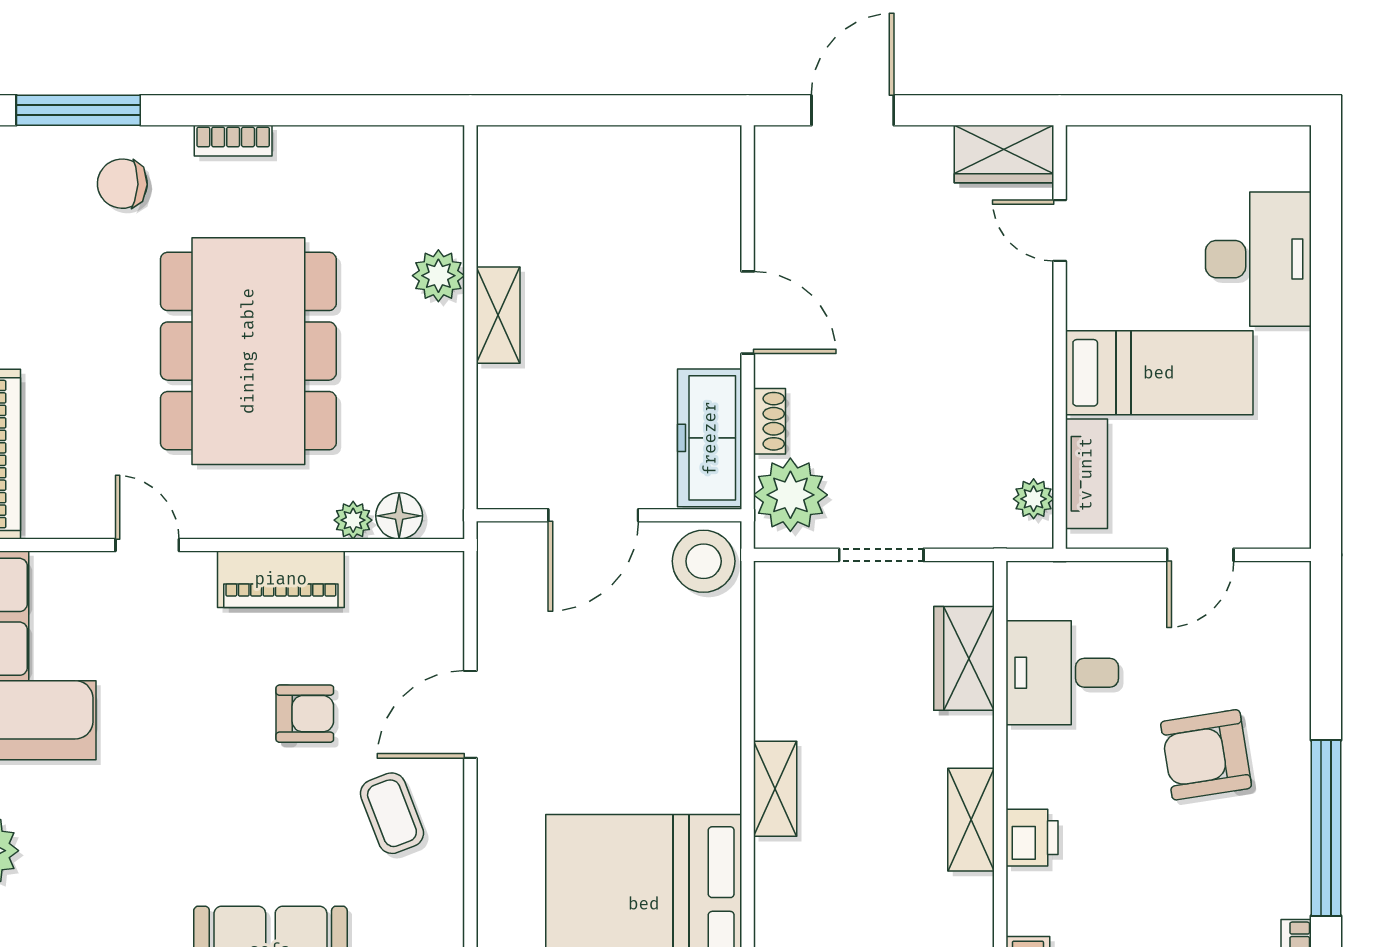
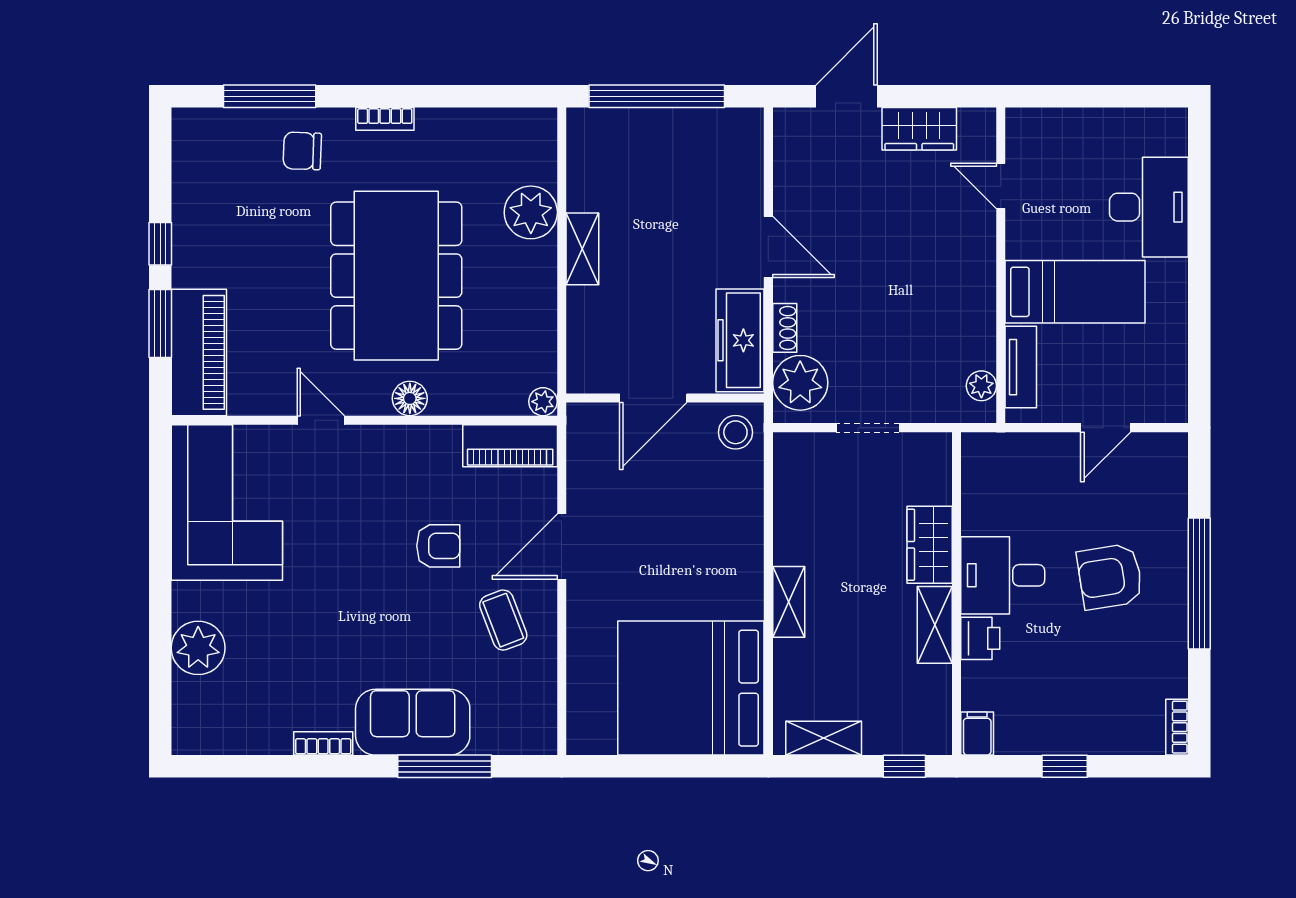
window: (598, 110) -> (657, 96), added
wardrobe: (1004, 154) -> (919, 129), moved
plant: (438, 276) -> (531, 212), width x1.36, depth x1.36
floor lamp: (399, 516) -> (410, 398), moved
plant: (353, 520) -> (543, 402), moved
stool: (704, 561) -> (735, 432), width x0.73, depth x0.73
piano: (281, 579) -> (510, 446), moved
wardrobe: (964, 658) -> (930, 545), moved
desk: (1062, 673) -> (1003, 575), moved
window: (1326, 828) -> (1199, 584), moved

